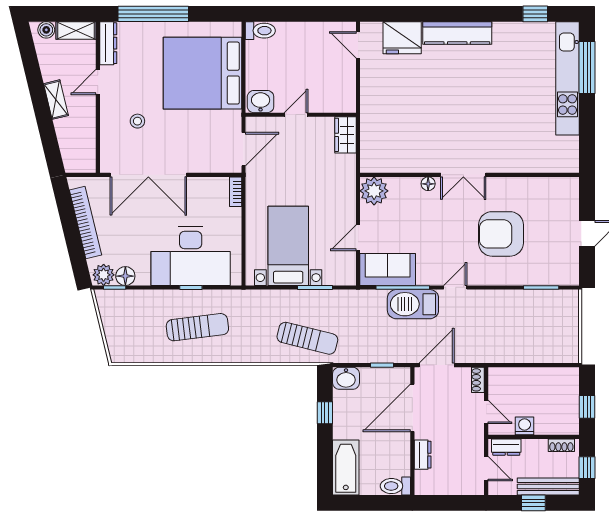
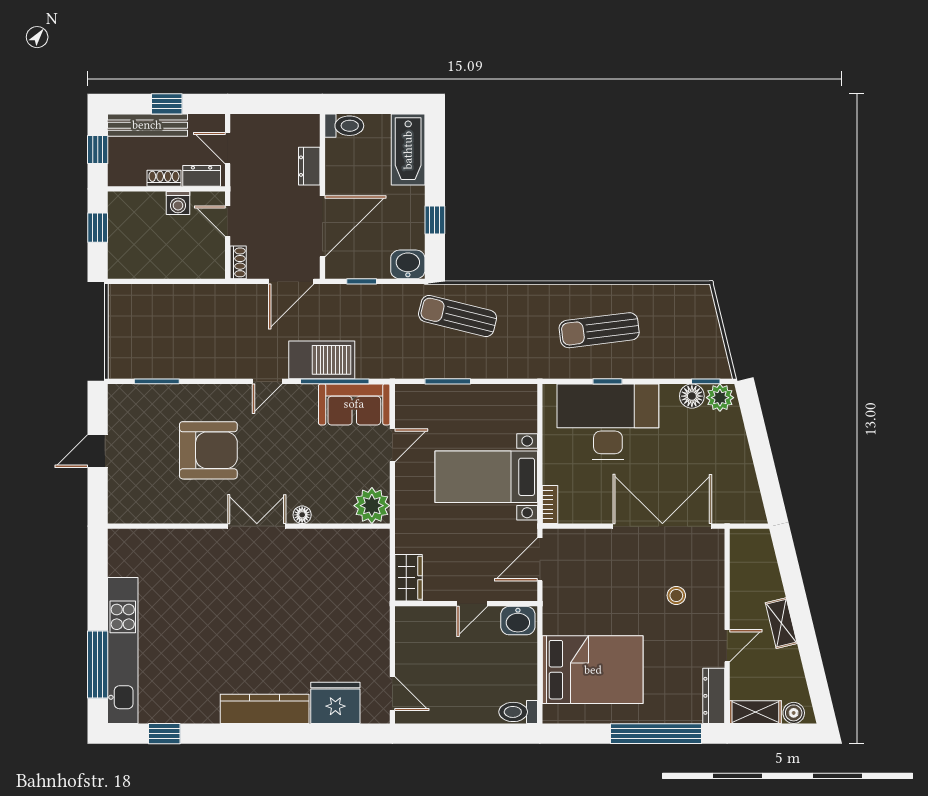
bed: (202, 73) -> (593, 670), width x0.73
bookcase: (85, 223) -> (743, 465), removed
bed with nightstands: (288, 246) -> (486, 477), moved, turned 90
shoe rack: (561, 445) -> (164, 178), moved

